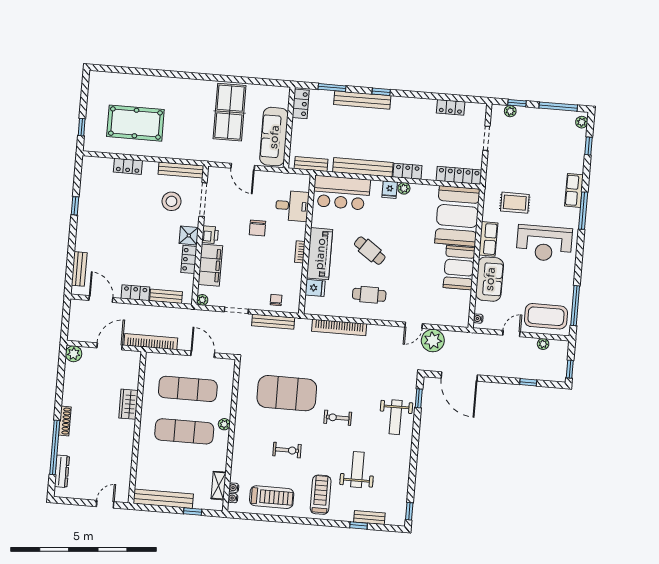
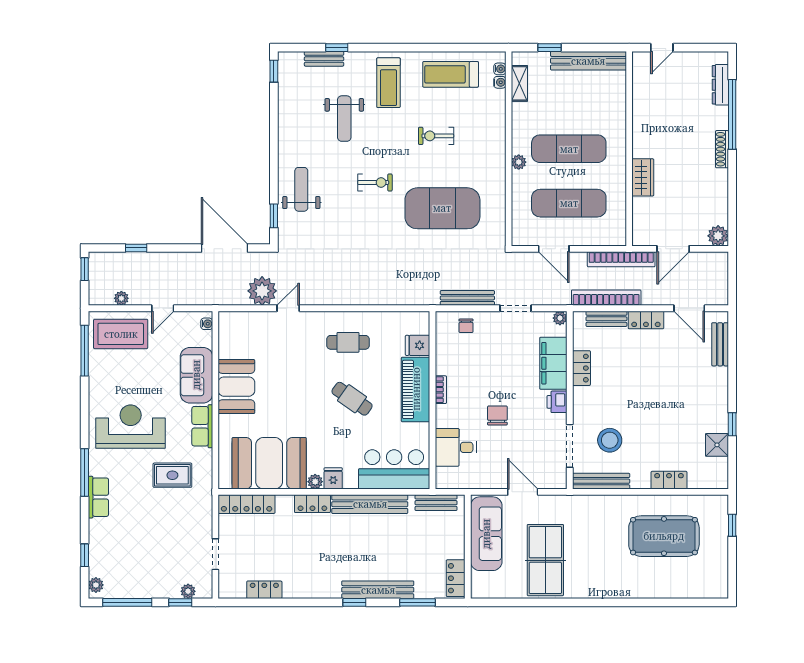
booth: (457, 216) -> (269, 463), moved, turned 90
shower: (189, 236) -> (717, 445), moved
bookcase: (339, 327) -> (606, 298), moved

